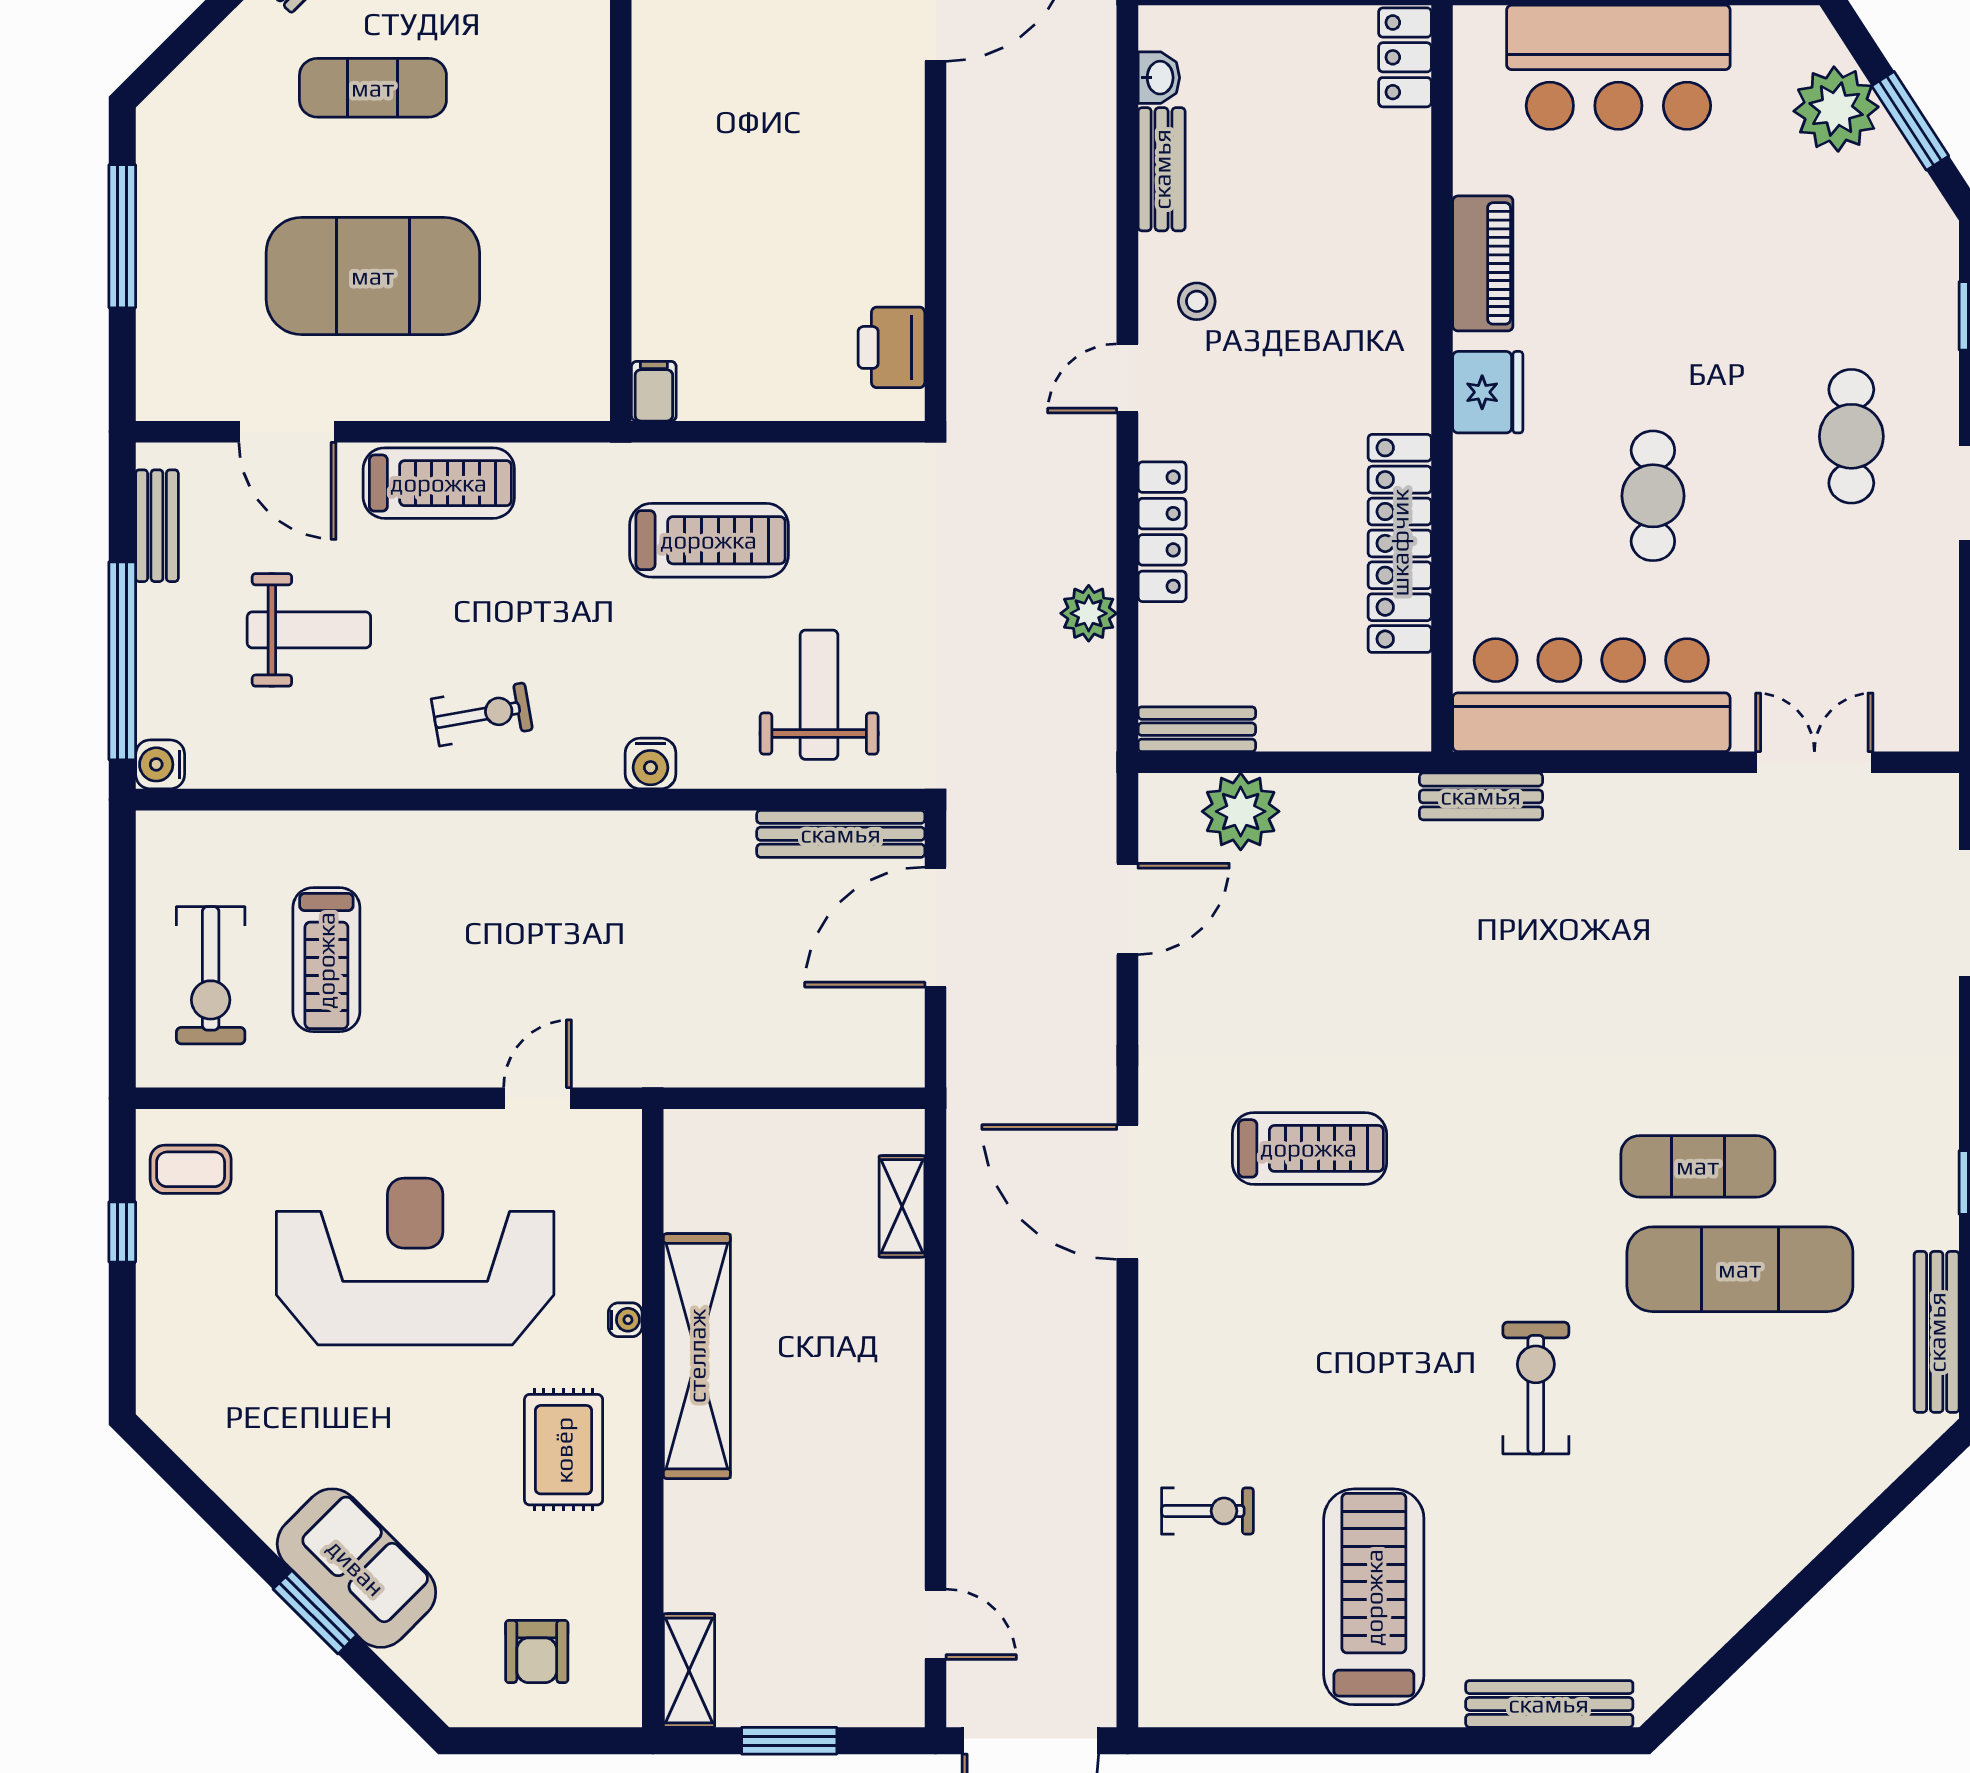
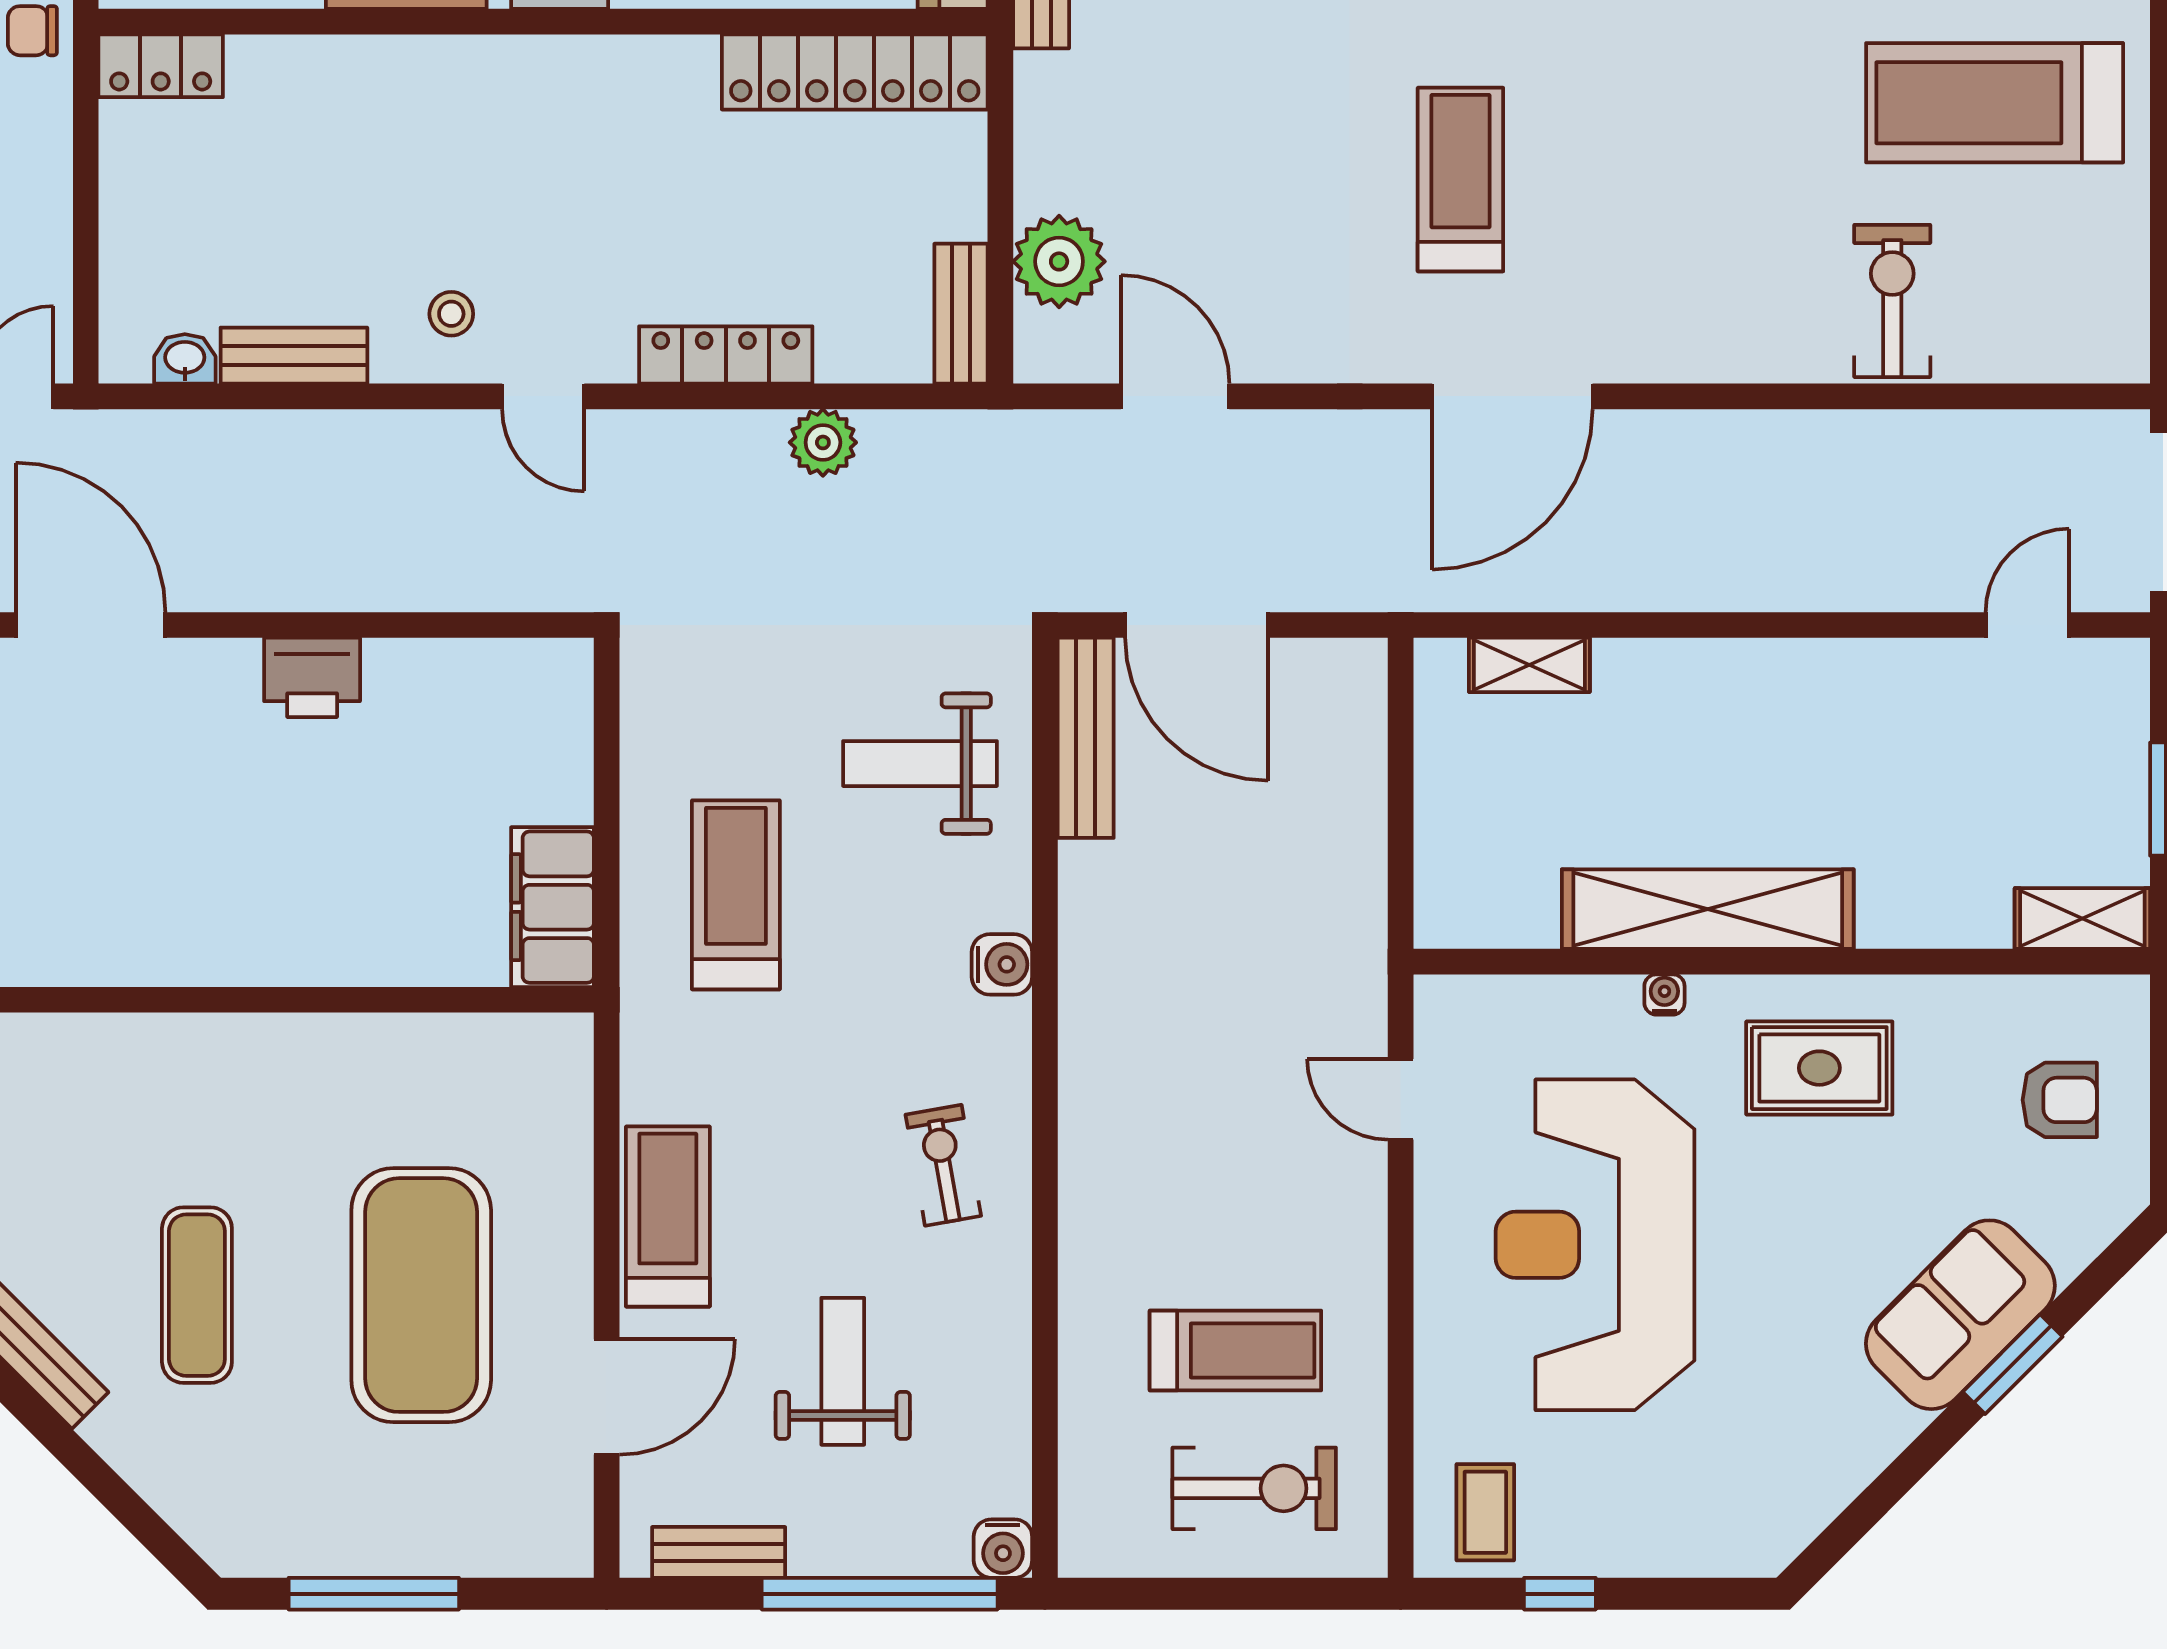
printer: (891, 347) -> (312, 677), moved
filing cabinet: (654, 391) -> (552, 907), width x3.00, depth x1.17
locker: (1400, 543) -> (855, 72), moved
exercise bike: (1207, 1511) -> (1892, 301), width x1.38, depth x1.39

